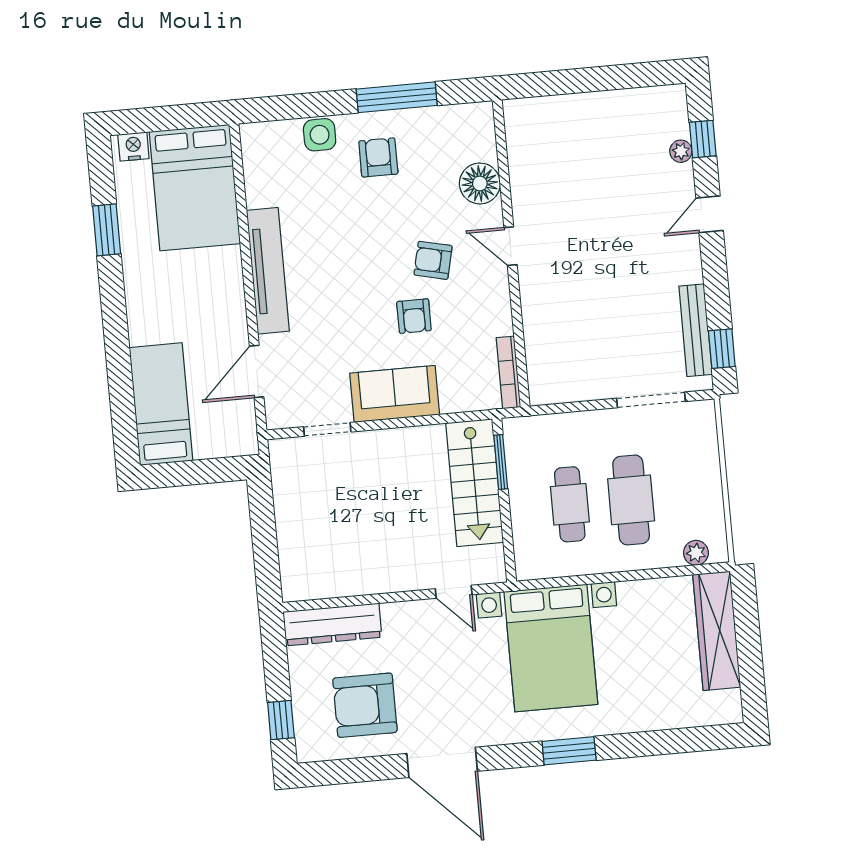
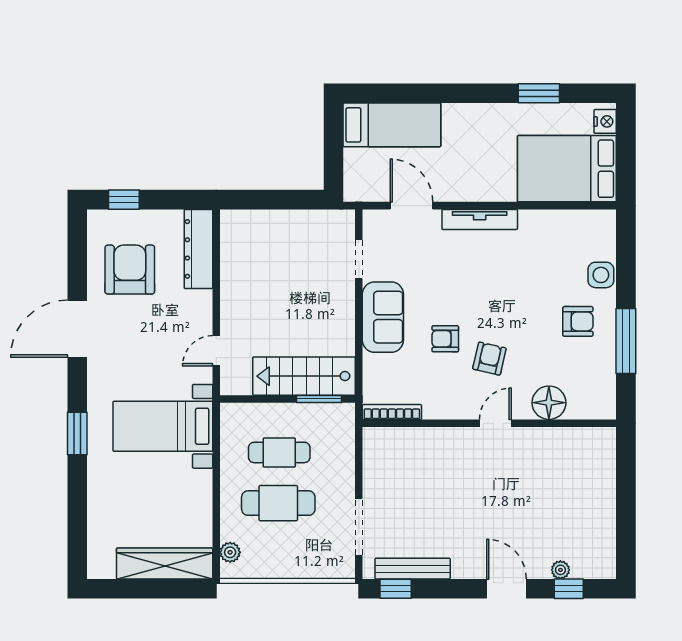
door: (710, 214) -> (507, 589), width x1.38
tv unit: (268, 271) -> (480, 219), width x0.73, depth x0.78
bed with nightstands: (551, 648) -> (163, 426), width x0.73

